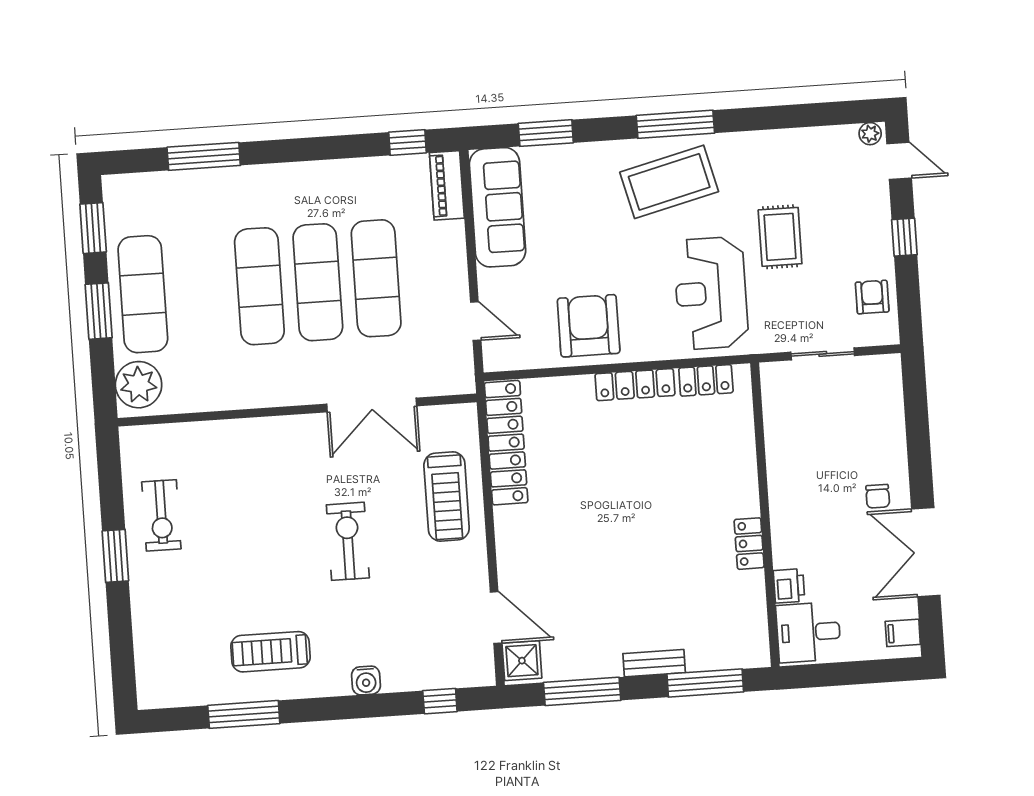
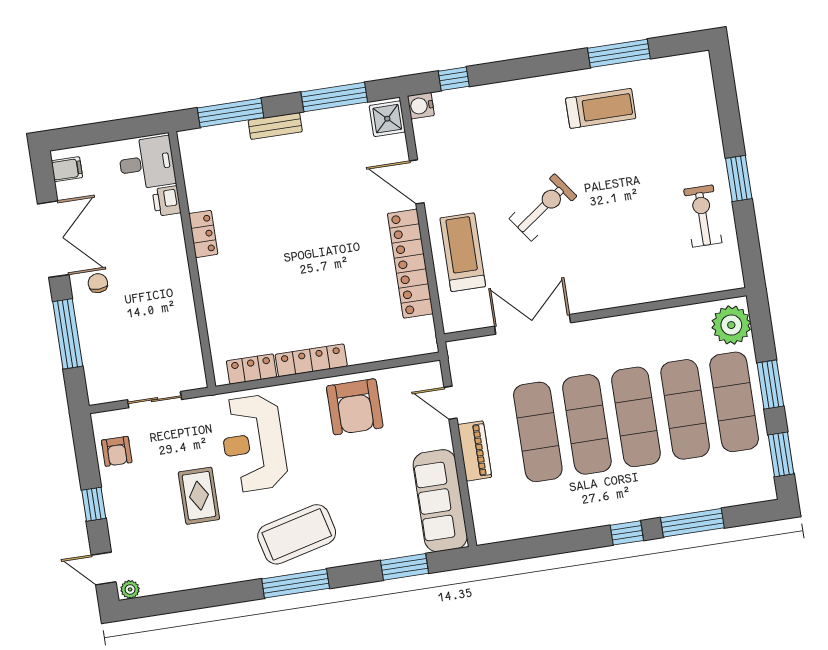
window: (407, 142) -> (627, 533), moved
piano: (447, 185) -> (475, 451), moved
exercise mat: (201, 290) -> (685, 409), added
reception desk: (711, 293) -> (253, 443), turned 180
window: (918, 440) -> (68, 334), added
locker: (506, 443) -> (410, 264), moved
exercise bike: (348, 541) -> (543, 207), turned -126
door: (496, 618) -> (417, 182), moved
water cooler: (366, 680) -> (421, 106), moved, turned -90

